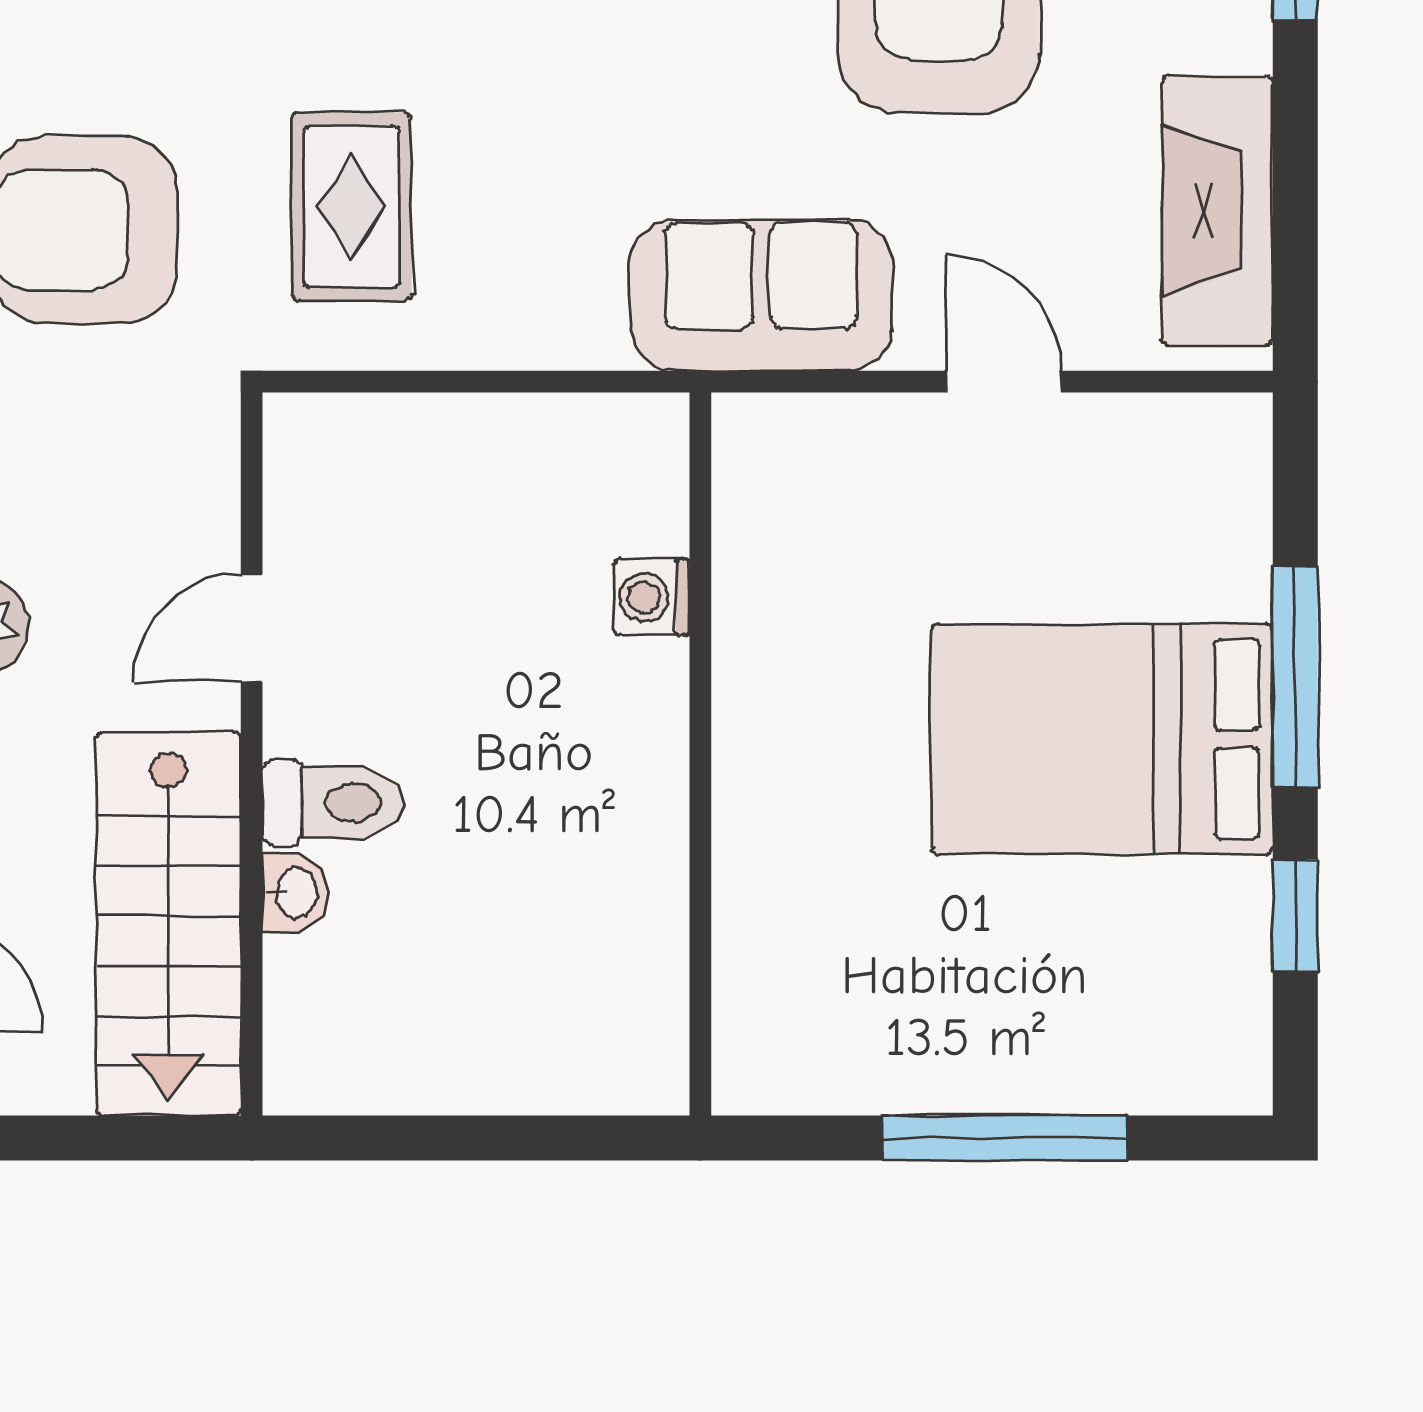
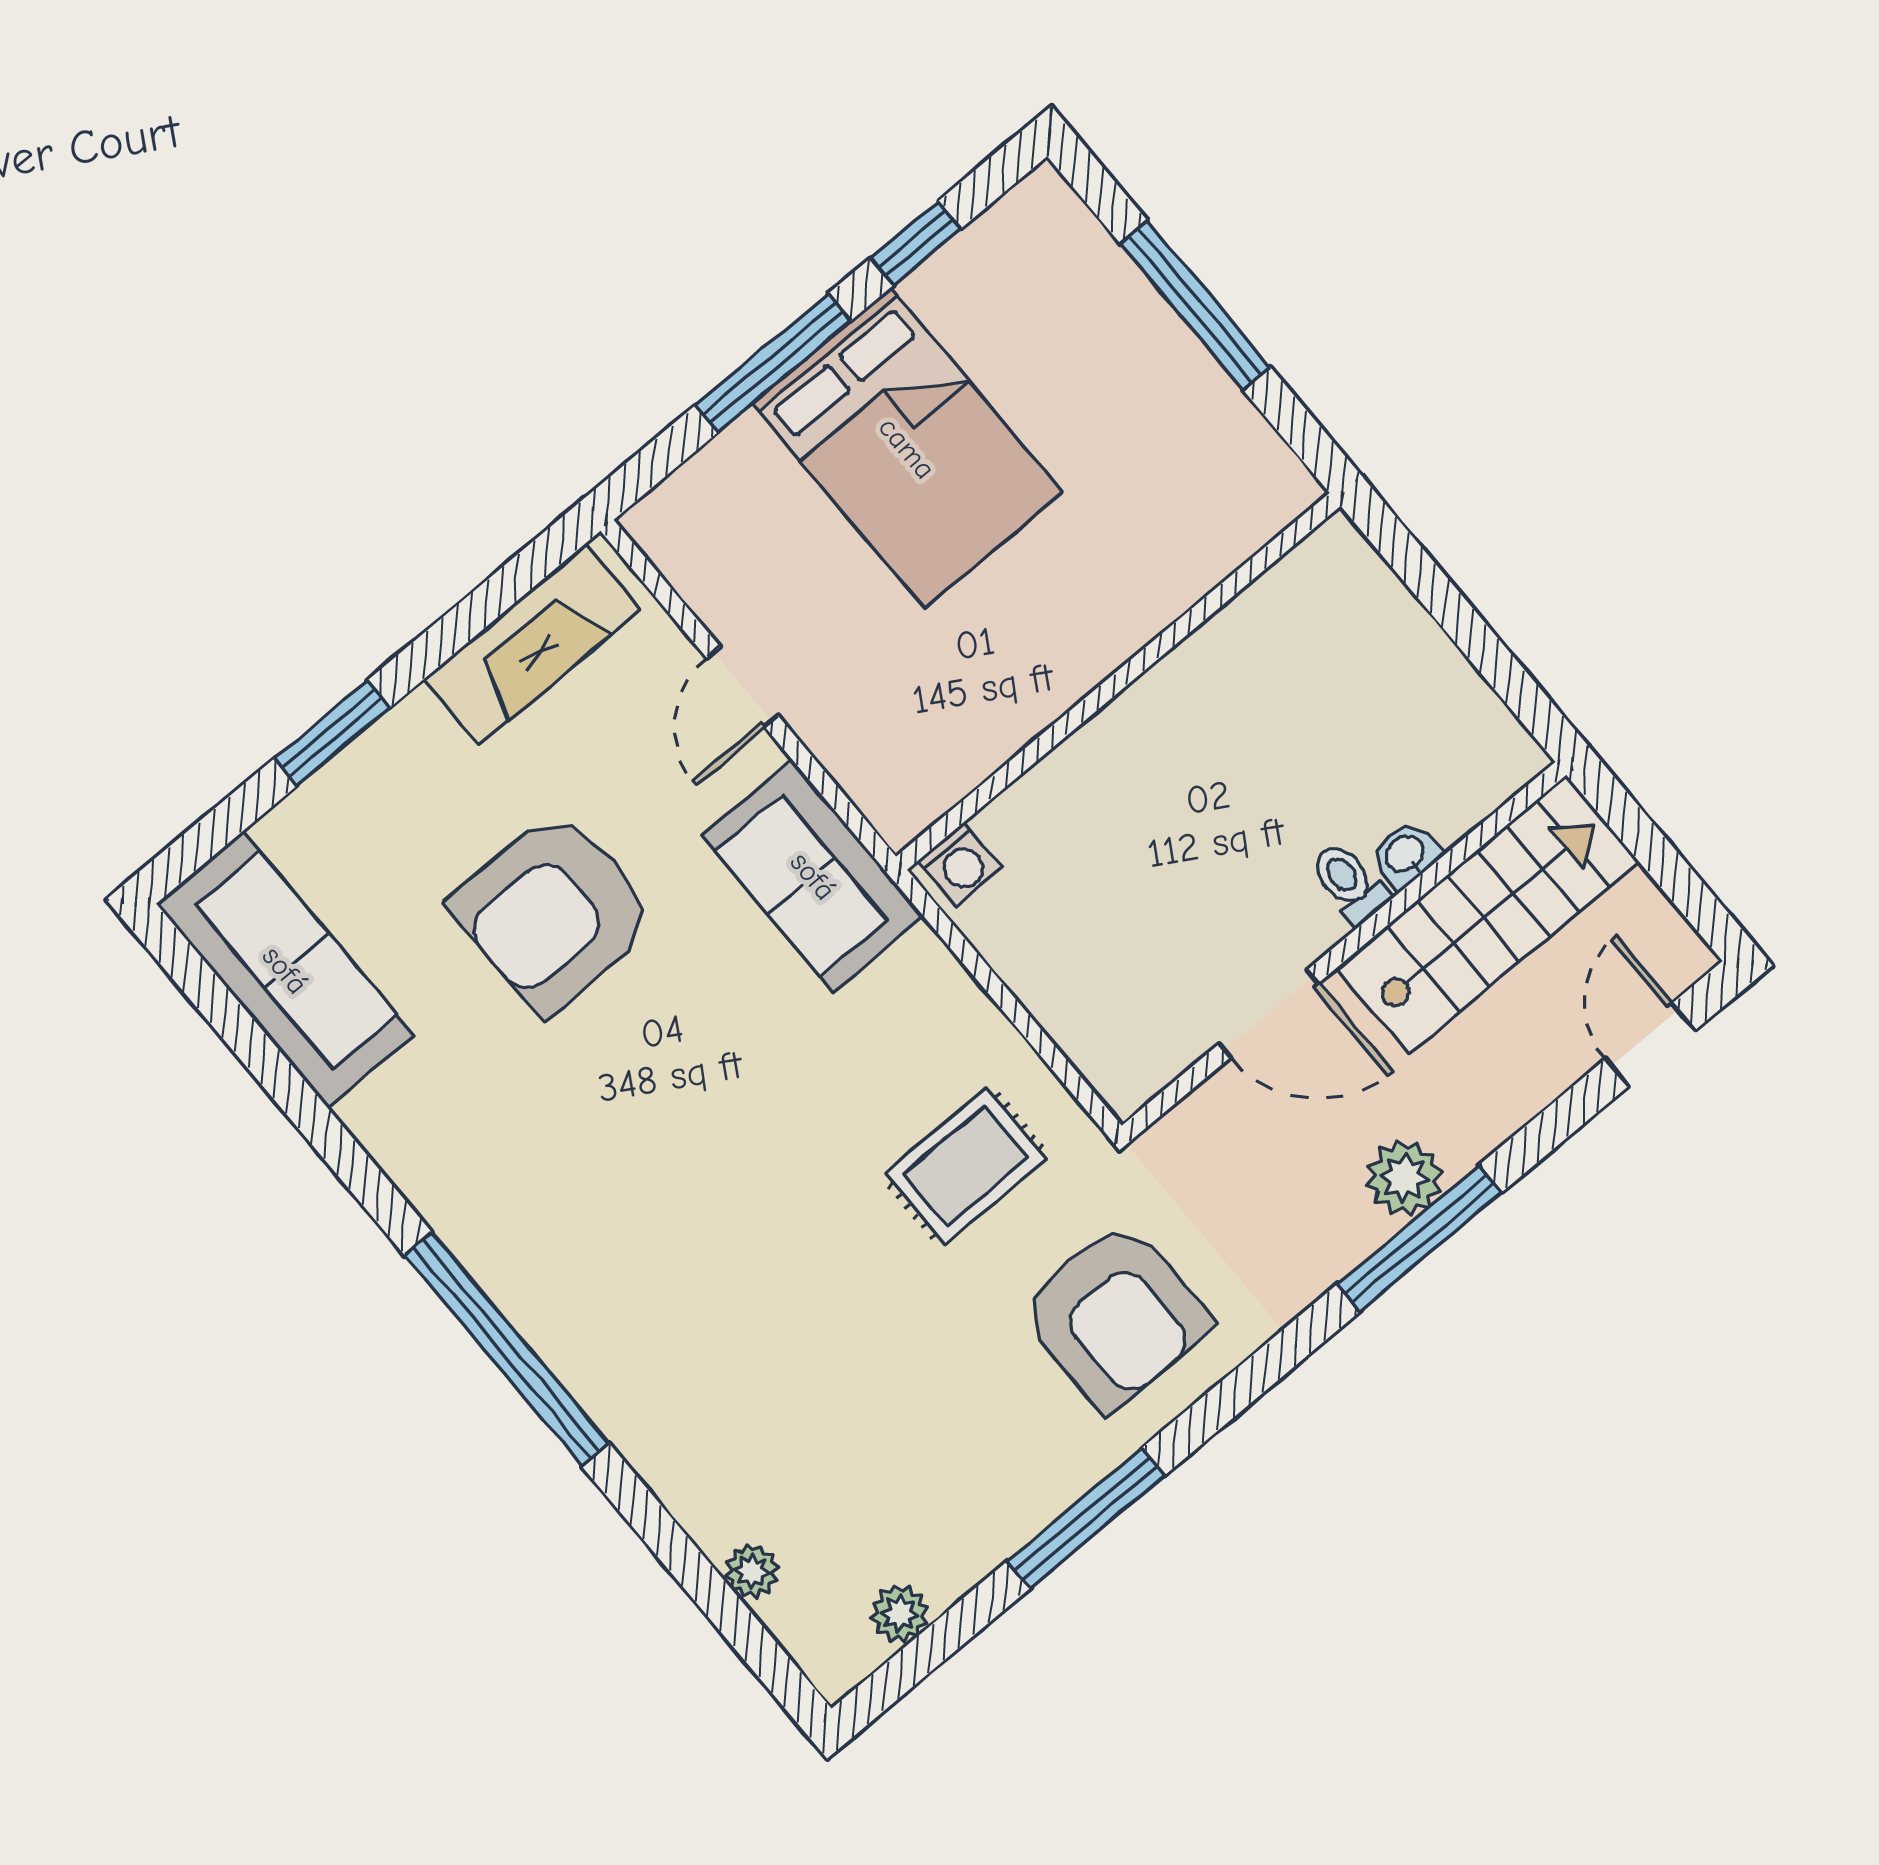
washing machine: (651, 597) -> (960, 864), moved
door: (252, 628) -> (1269, 1014), width x1.38
toilet: (333, 803) -> (1349, 883), width x0.73, depth x0.72

